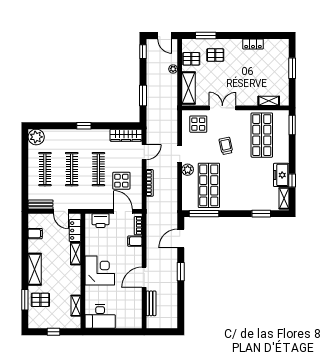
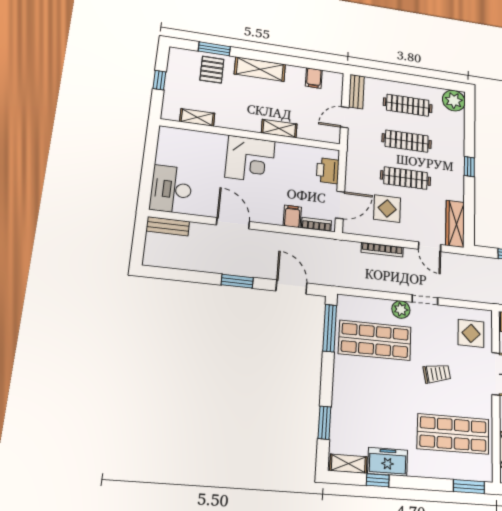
locker: (75, 231) -> (315, 133), removed
bench: (151, 303) -> (168, 226), moved
desk: (100, 317) -> (171, 189), moved

